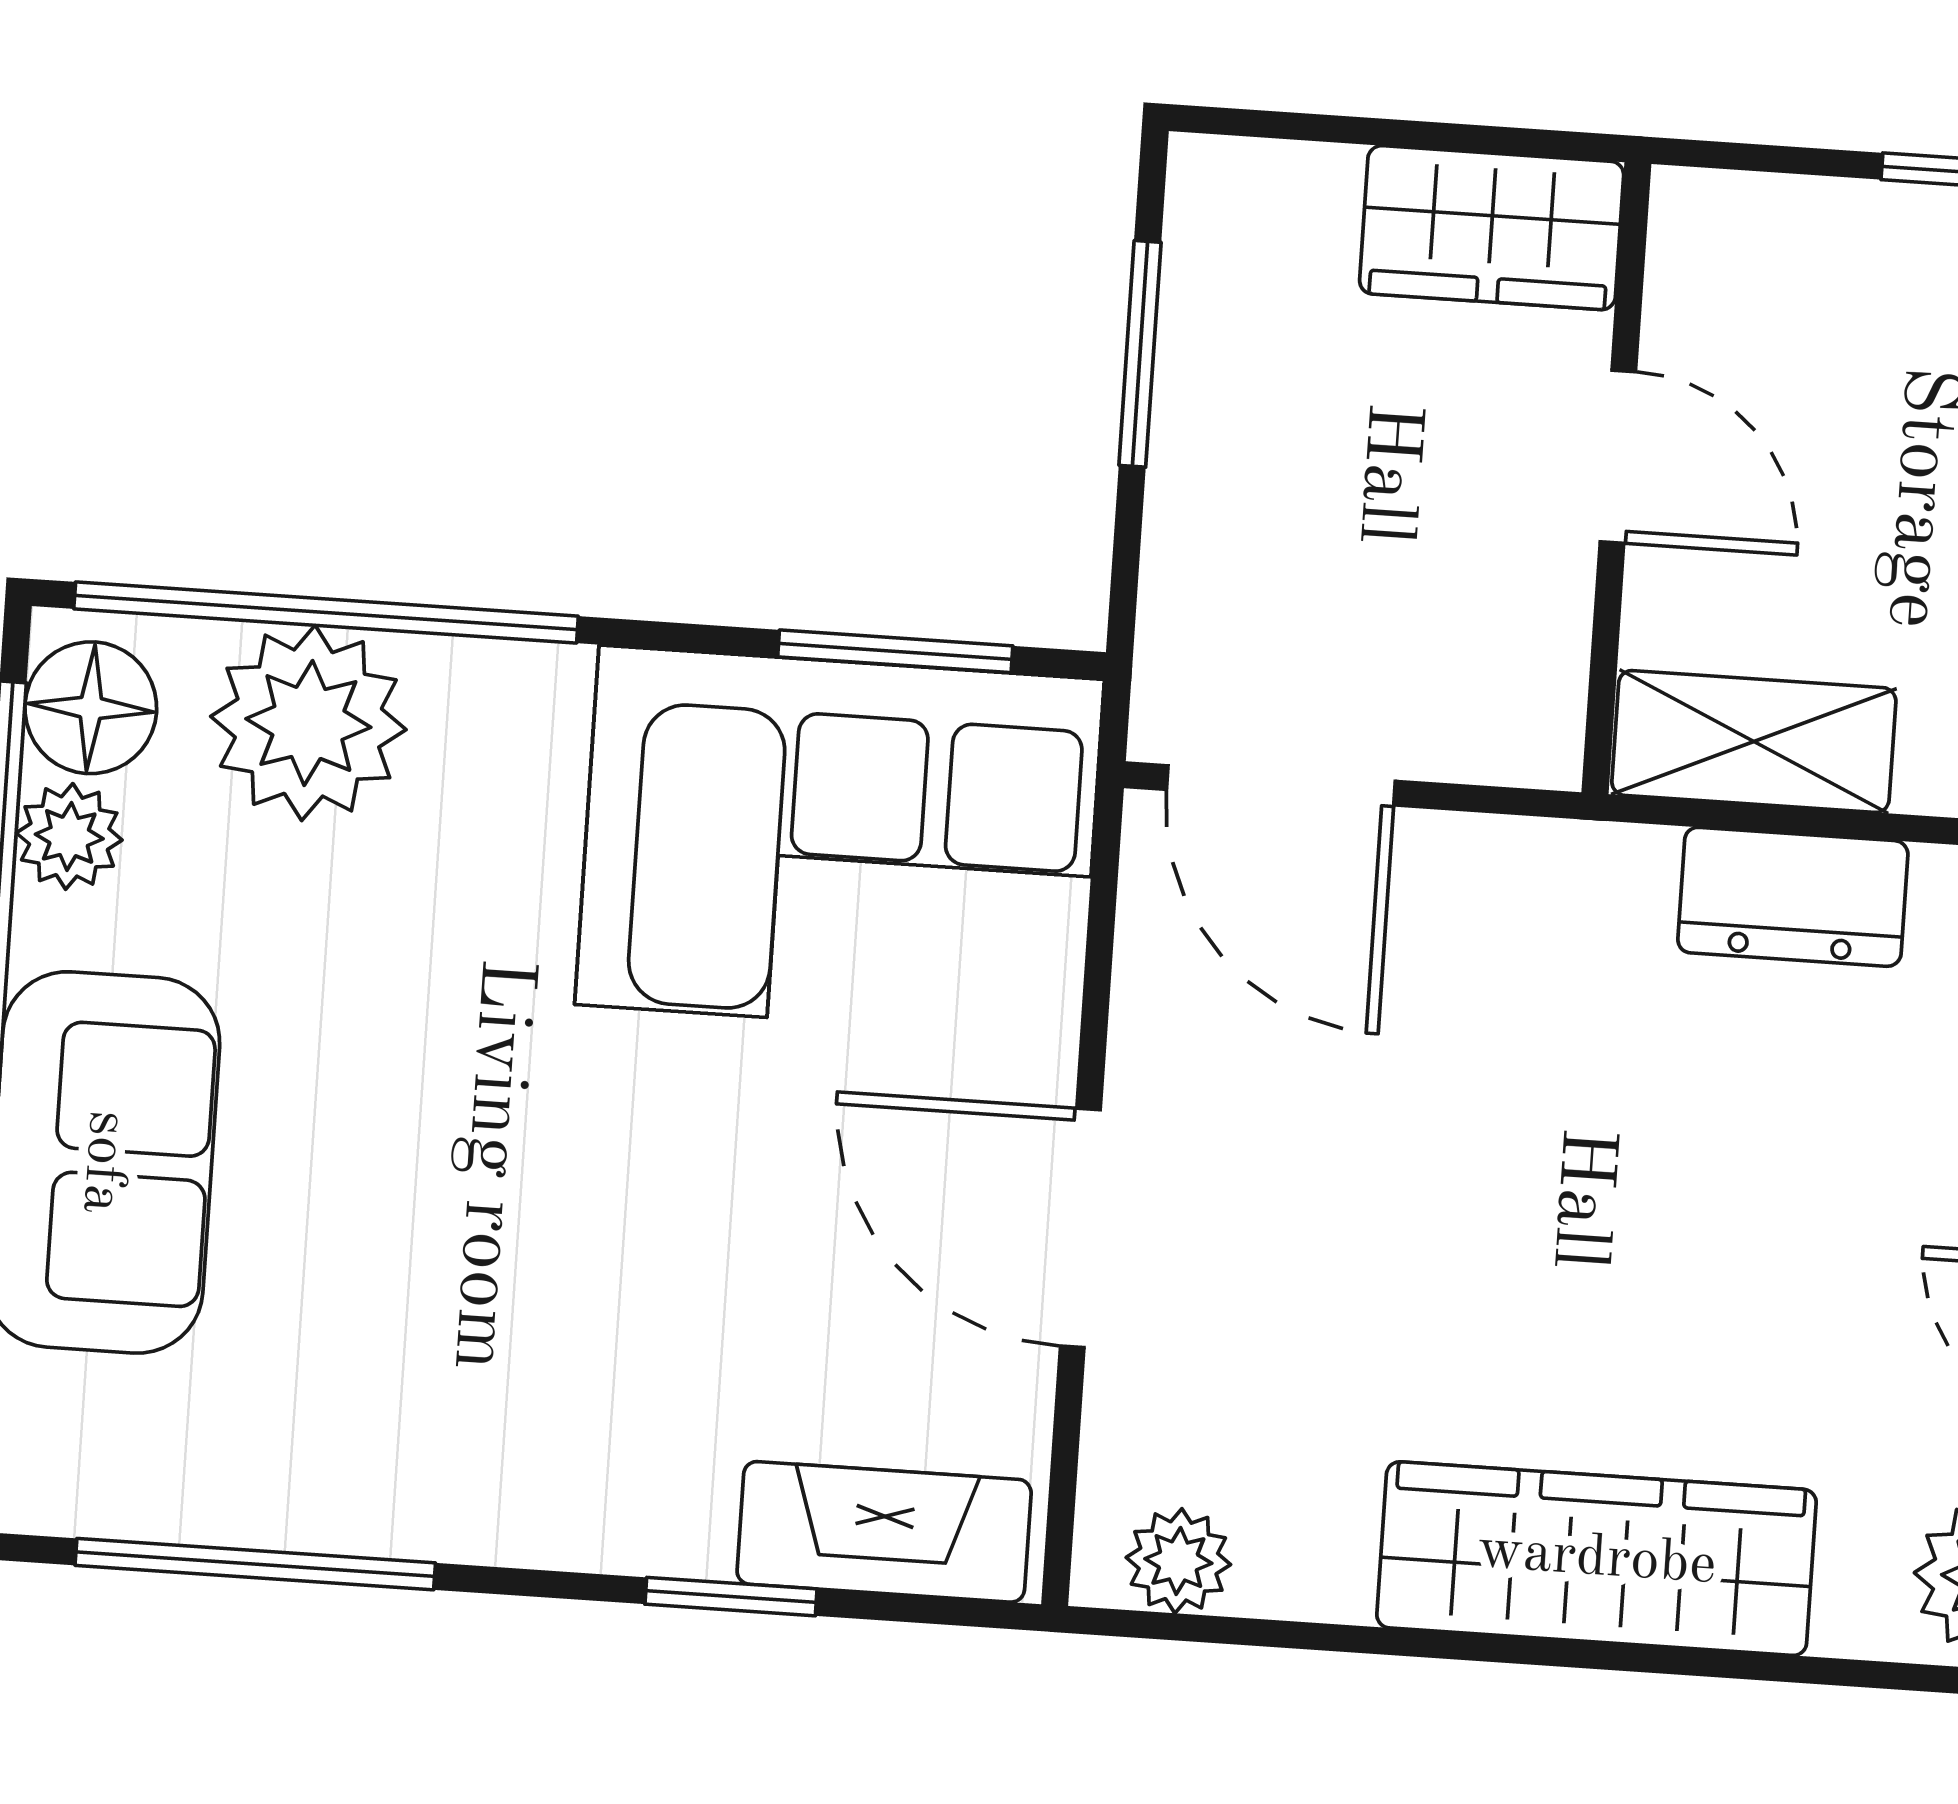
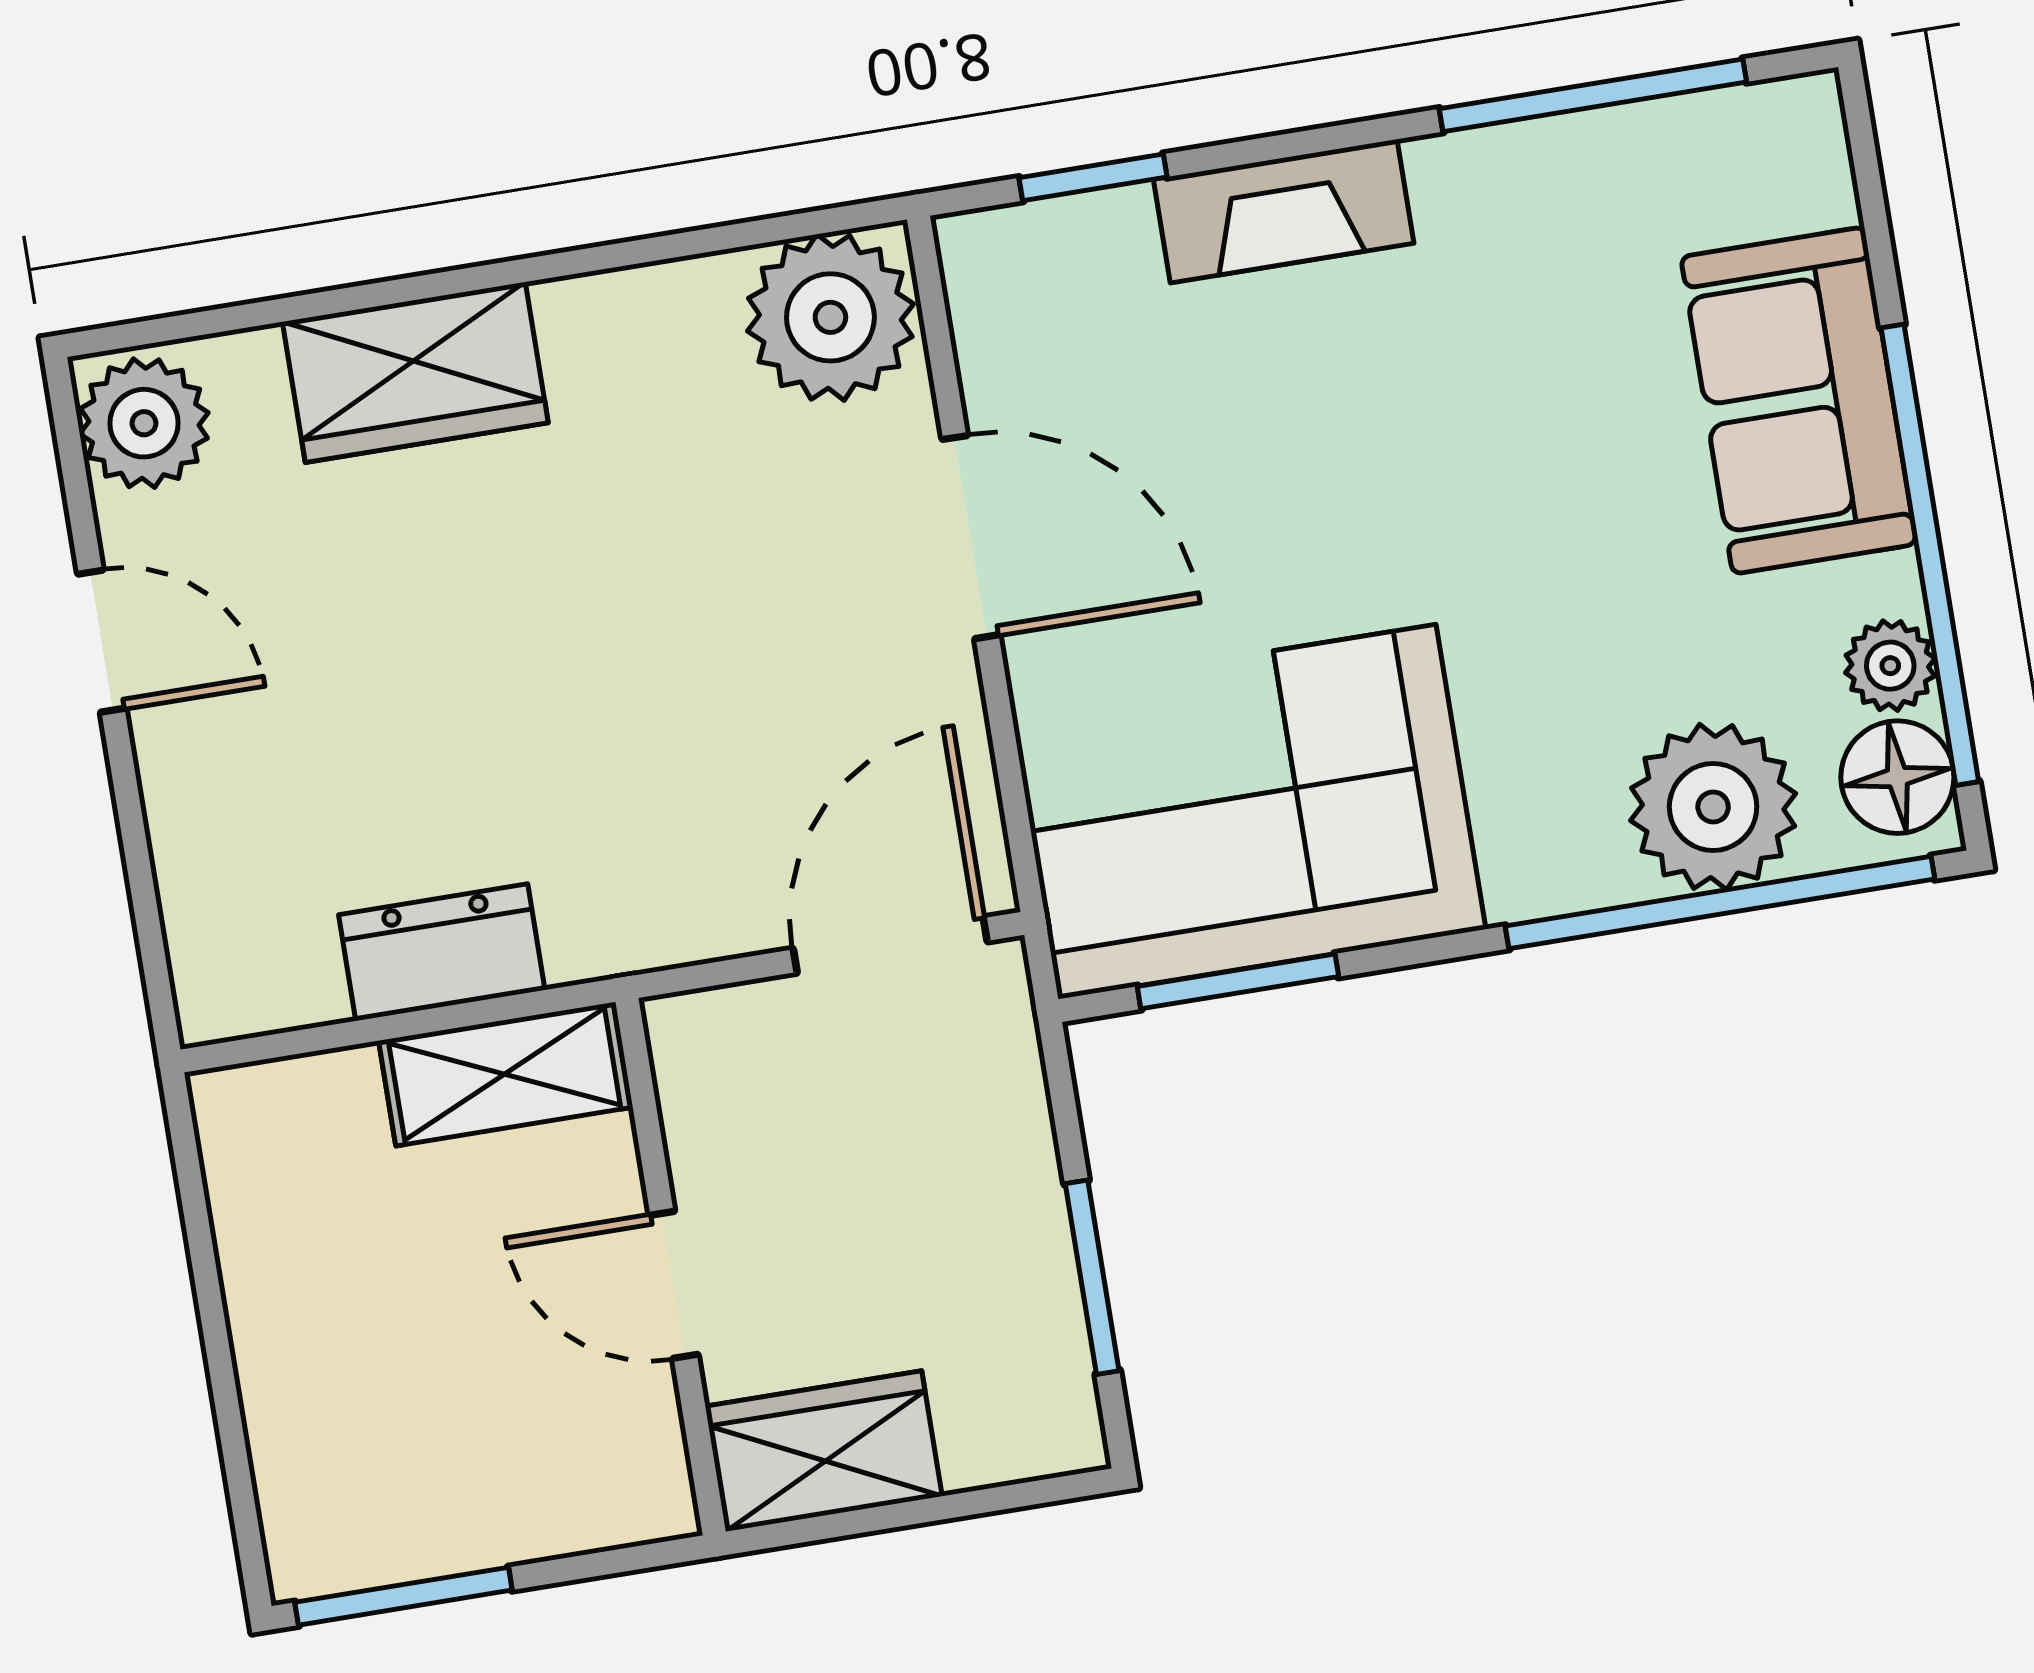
door: (1281, 785) -> (890, 945), hinge flipped
fireplace: (884, 1532) -> (1284, 211), moved
wardrobe: (1597, 1559) -> (415, 372), width x0.67
plant: (1178, 1561) -> (830, 317), width x1.87, depth x1.87
window: (731, 1597) -> (1093, 177), moved

